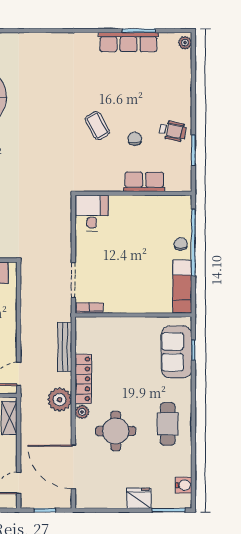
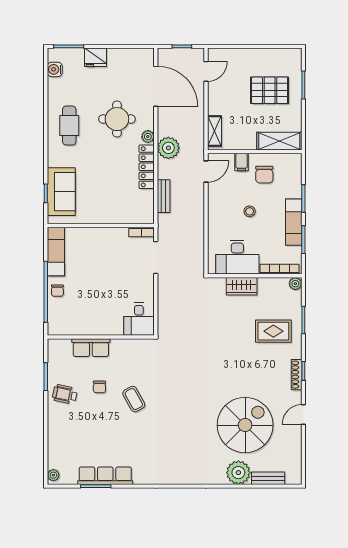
bench: (65, 347) -> (164, 196), width x0.73

